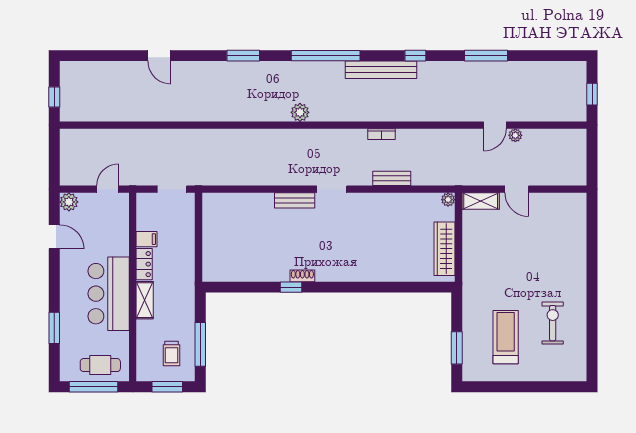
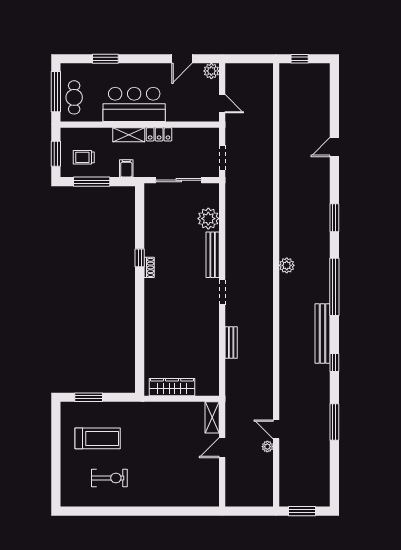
window: (592, 94) -> (302, 511), width x1.50
bookcase: (381, 134) -> (268, 334), removed
bench: (295, 200) -> (213, 255), width x1.36
plant: (448, 200) -> (208, 219), moved, width x1.88, depth x1.88
filing cabinet: (147, 239) -> (126, 168), moved, turned 180
sliding door: (199, 241) -> (179, 180), added

